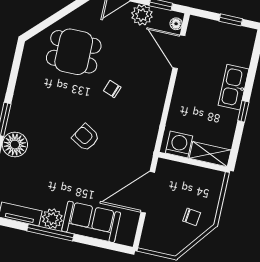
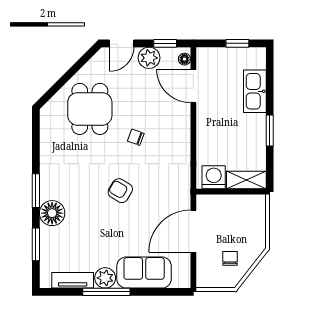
dining table: (74, 52) -> (90, 109), turned 90
kitchen sink: (234, 87) -> (255, 91), moved
window: (243, 111) -> (270, 131), width x1.50
chair: (192, 217) -> (230, 258), moved, turned -97

